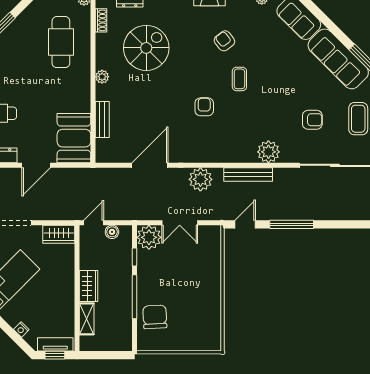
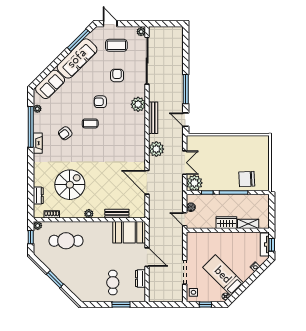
spiral stairs: (146, 48) -> (70, 185), turned 90
armchair: (204, 107) -> (100, 102), moved
wardrobe: (59, 234) -> (192, 242), removed

